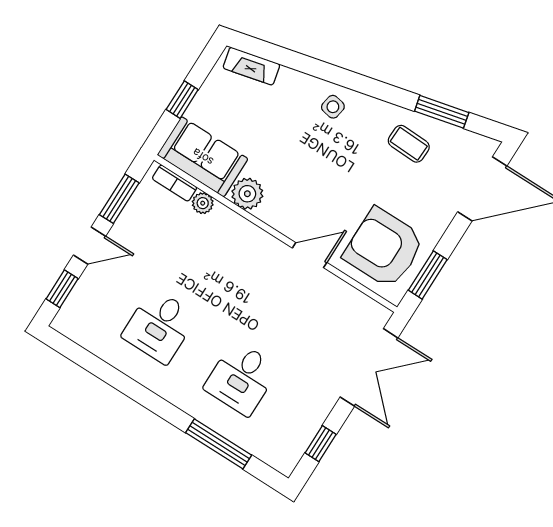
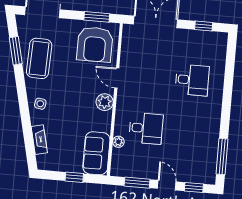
fireplace: (251, 66) -> (39, 140), moved
coffee table: (409, 144) -> (39, 58), width x1.86, depth x1.72
bookcase: (175, 183) -> (116, 160), removed
plant: (247, 194) -> (105, 102), moved
desk: (159, 326) -> (146, 128), moved
window: (219, 444) -> (222, 157), moved

